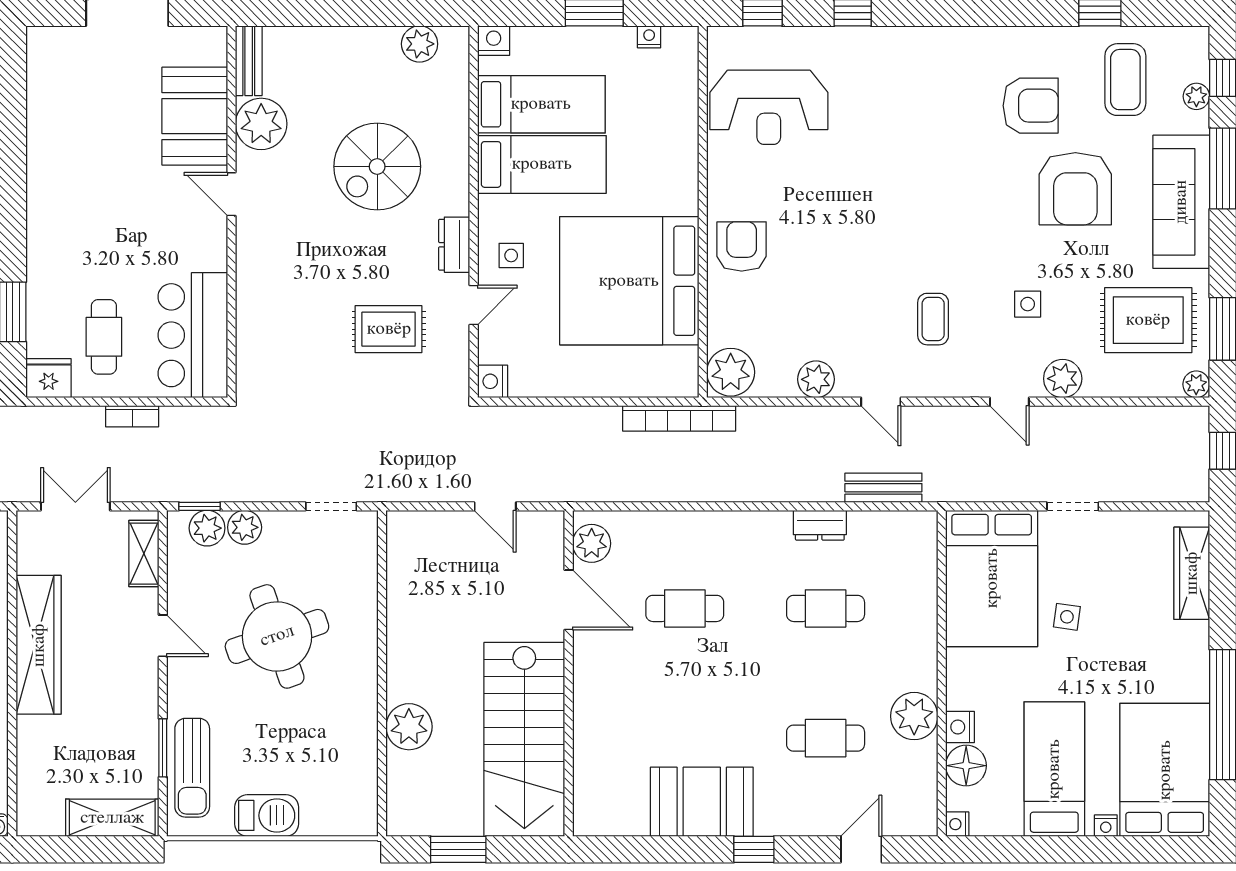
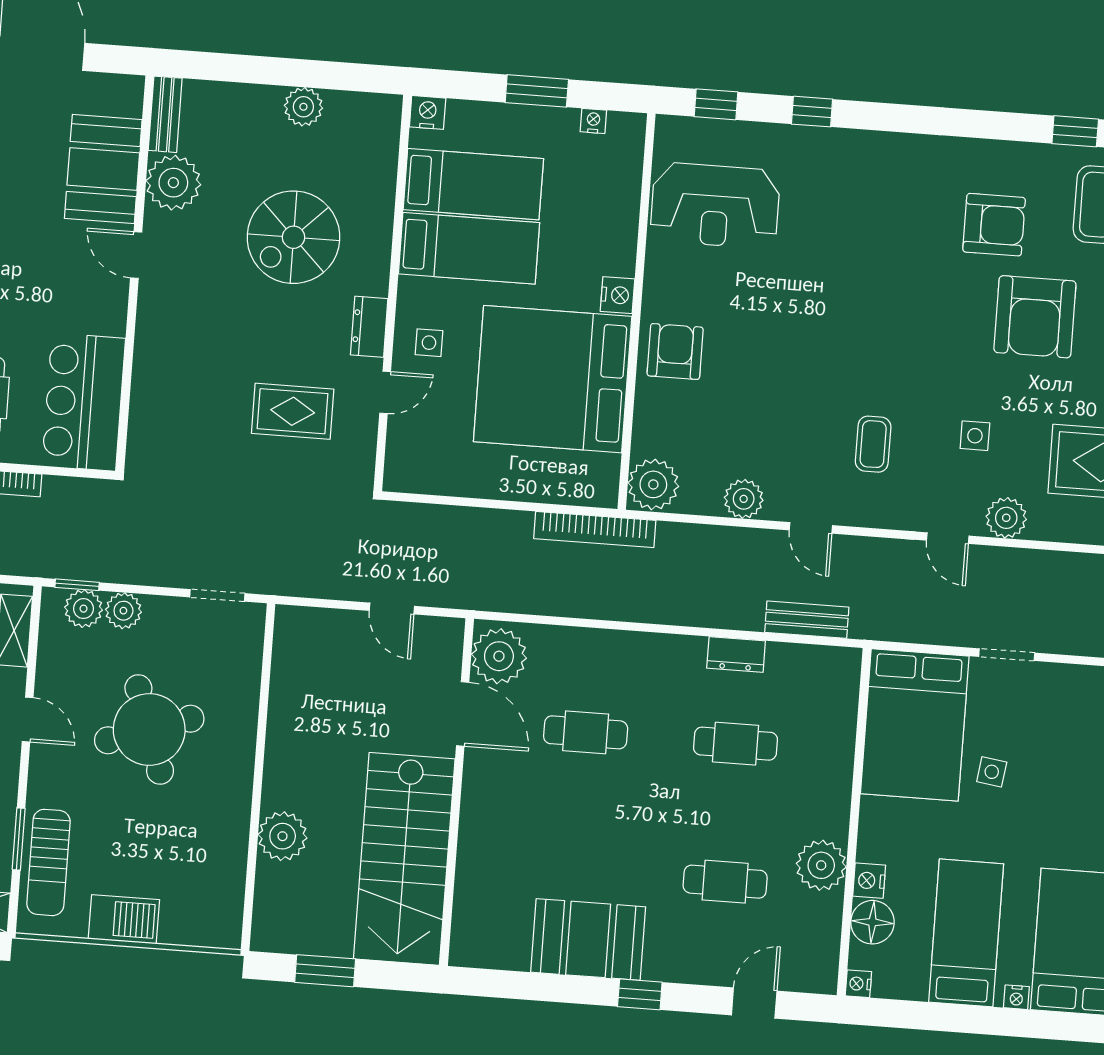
plant: (420, 44) -> (303, 107), moved
nightstand: (493, 381) -> (617, 295), moved, turned 180
plant: (592, 543) -> (499, 656), width x1.36, depth x1.36

